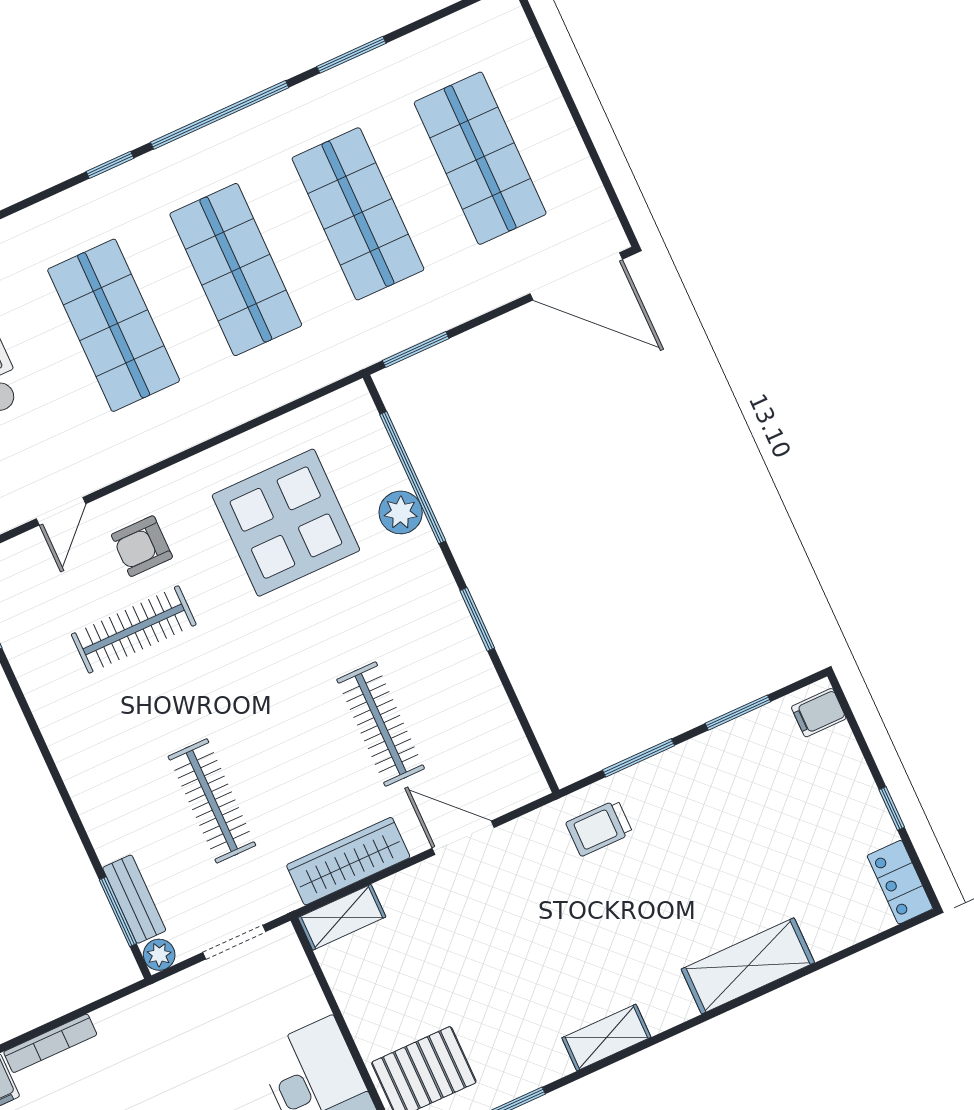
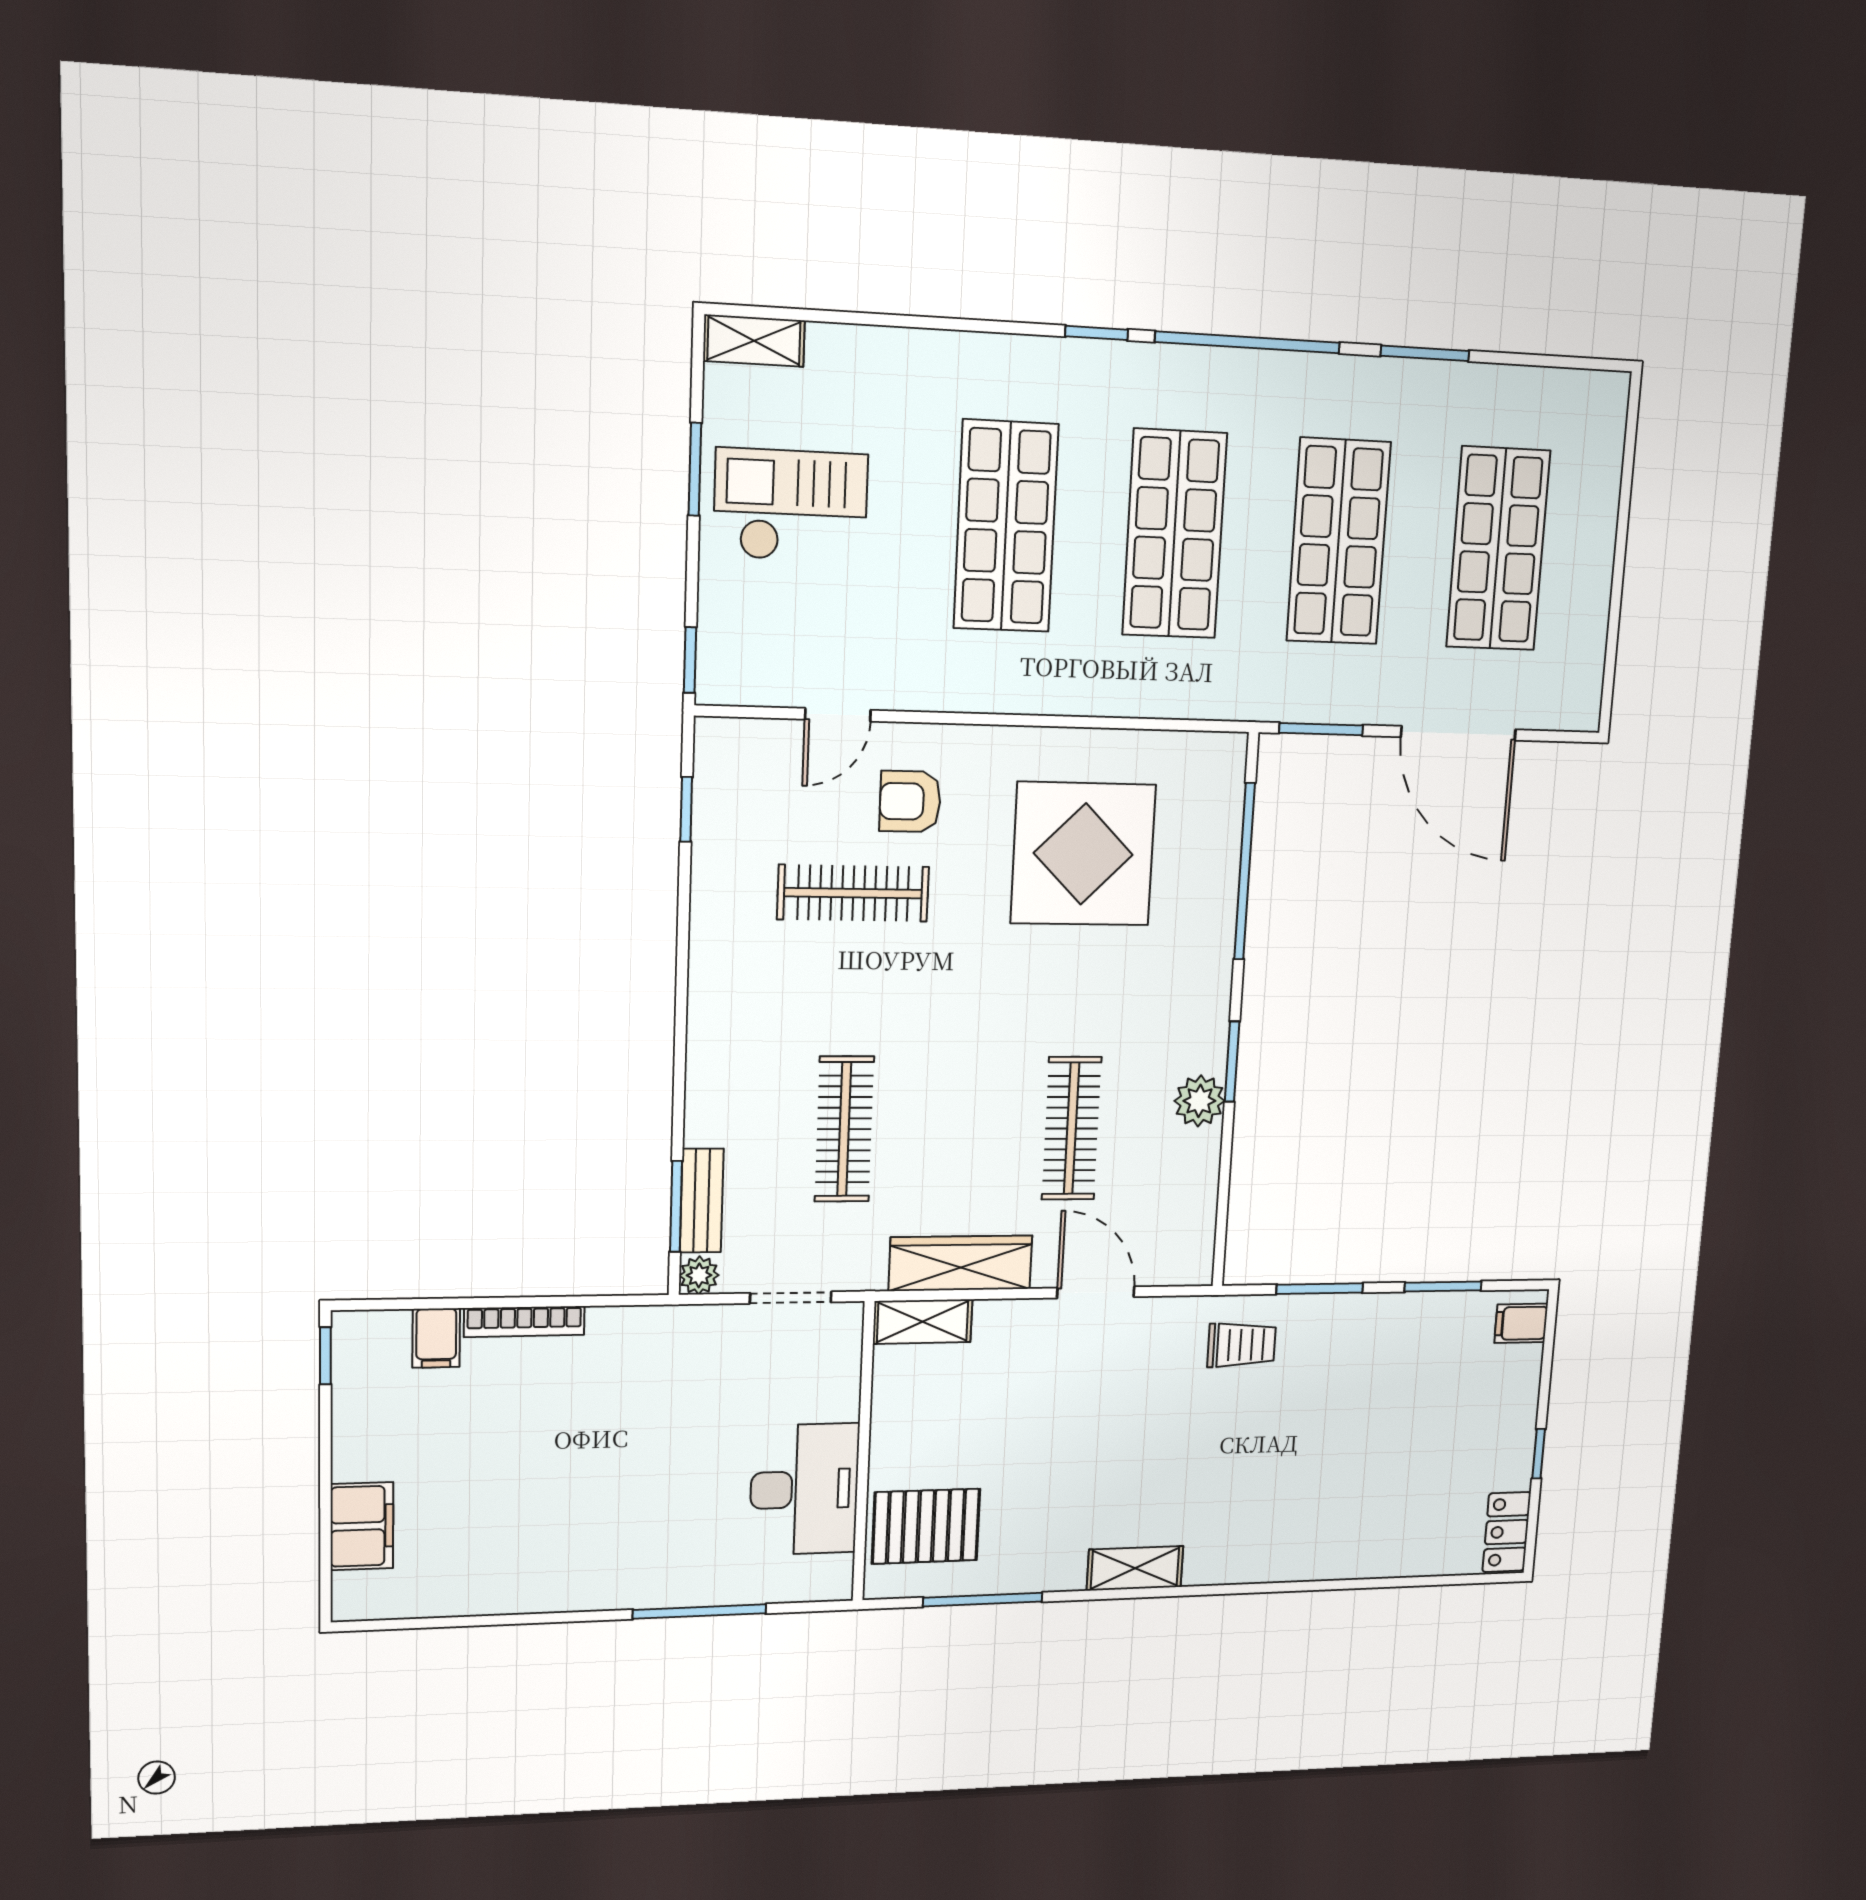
door: (576, 276) -> (1458, 733), moved
plant: (401, 512) -> (1199, 1101), moved
trolley: (599, 828) -> (1242, 1345), turned 180
shelving: (748, 966) -> (1315, 1554), removed

